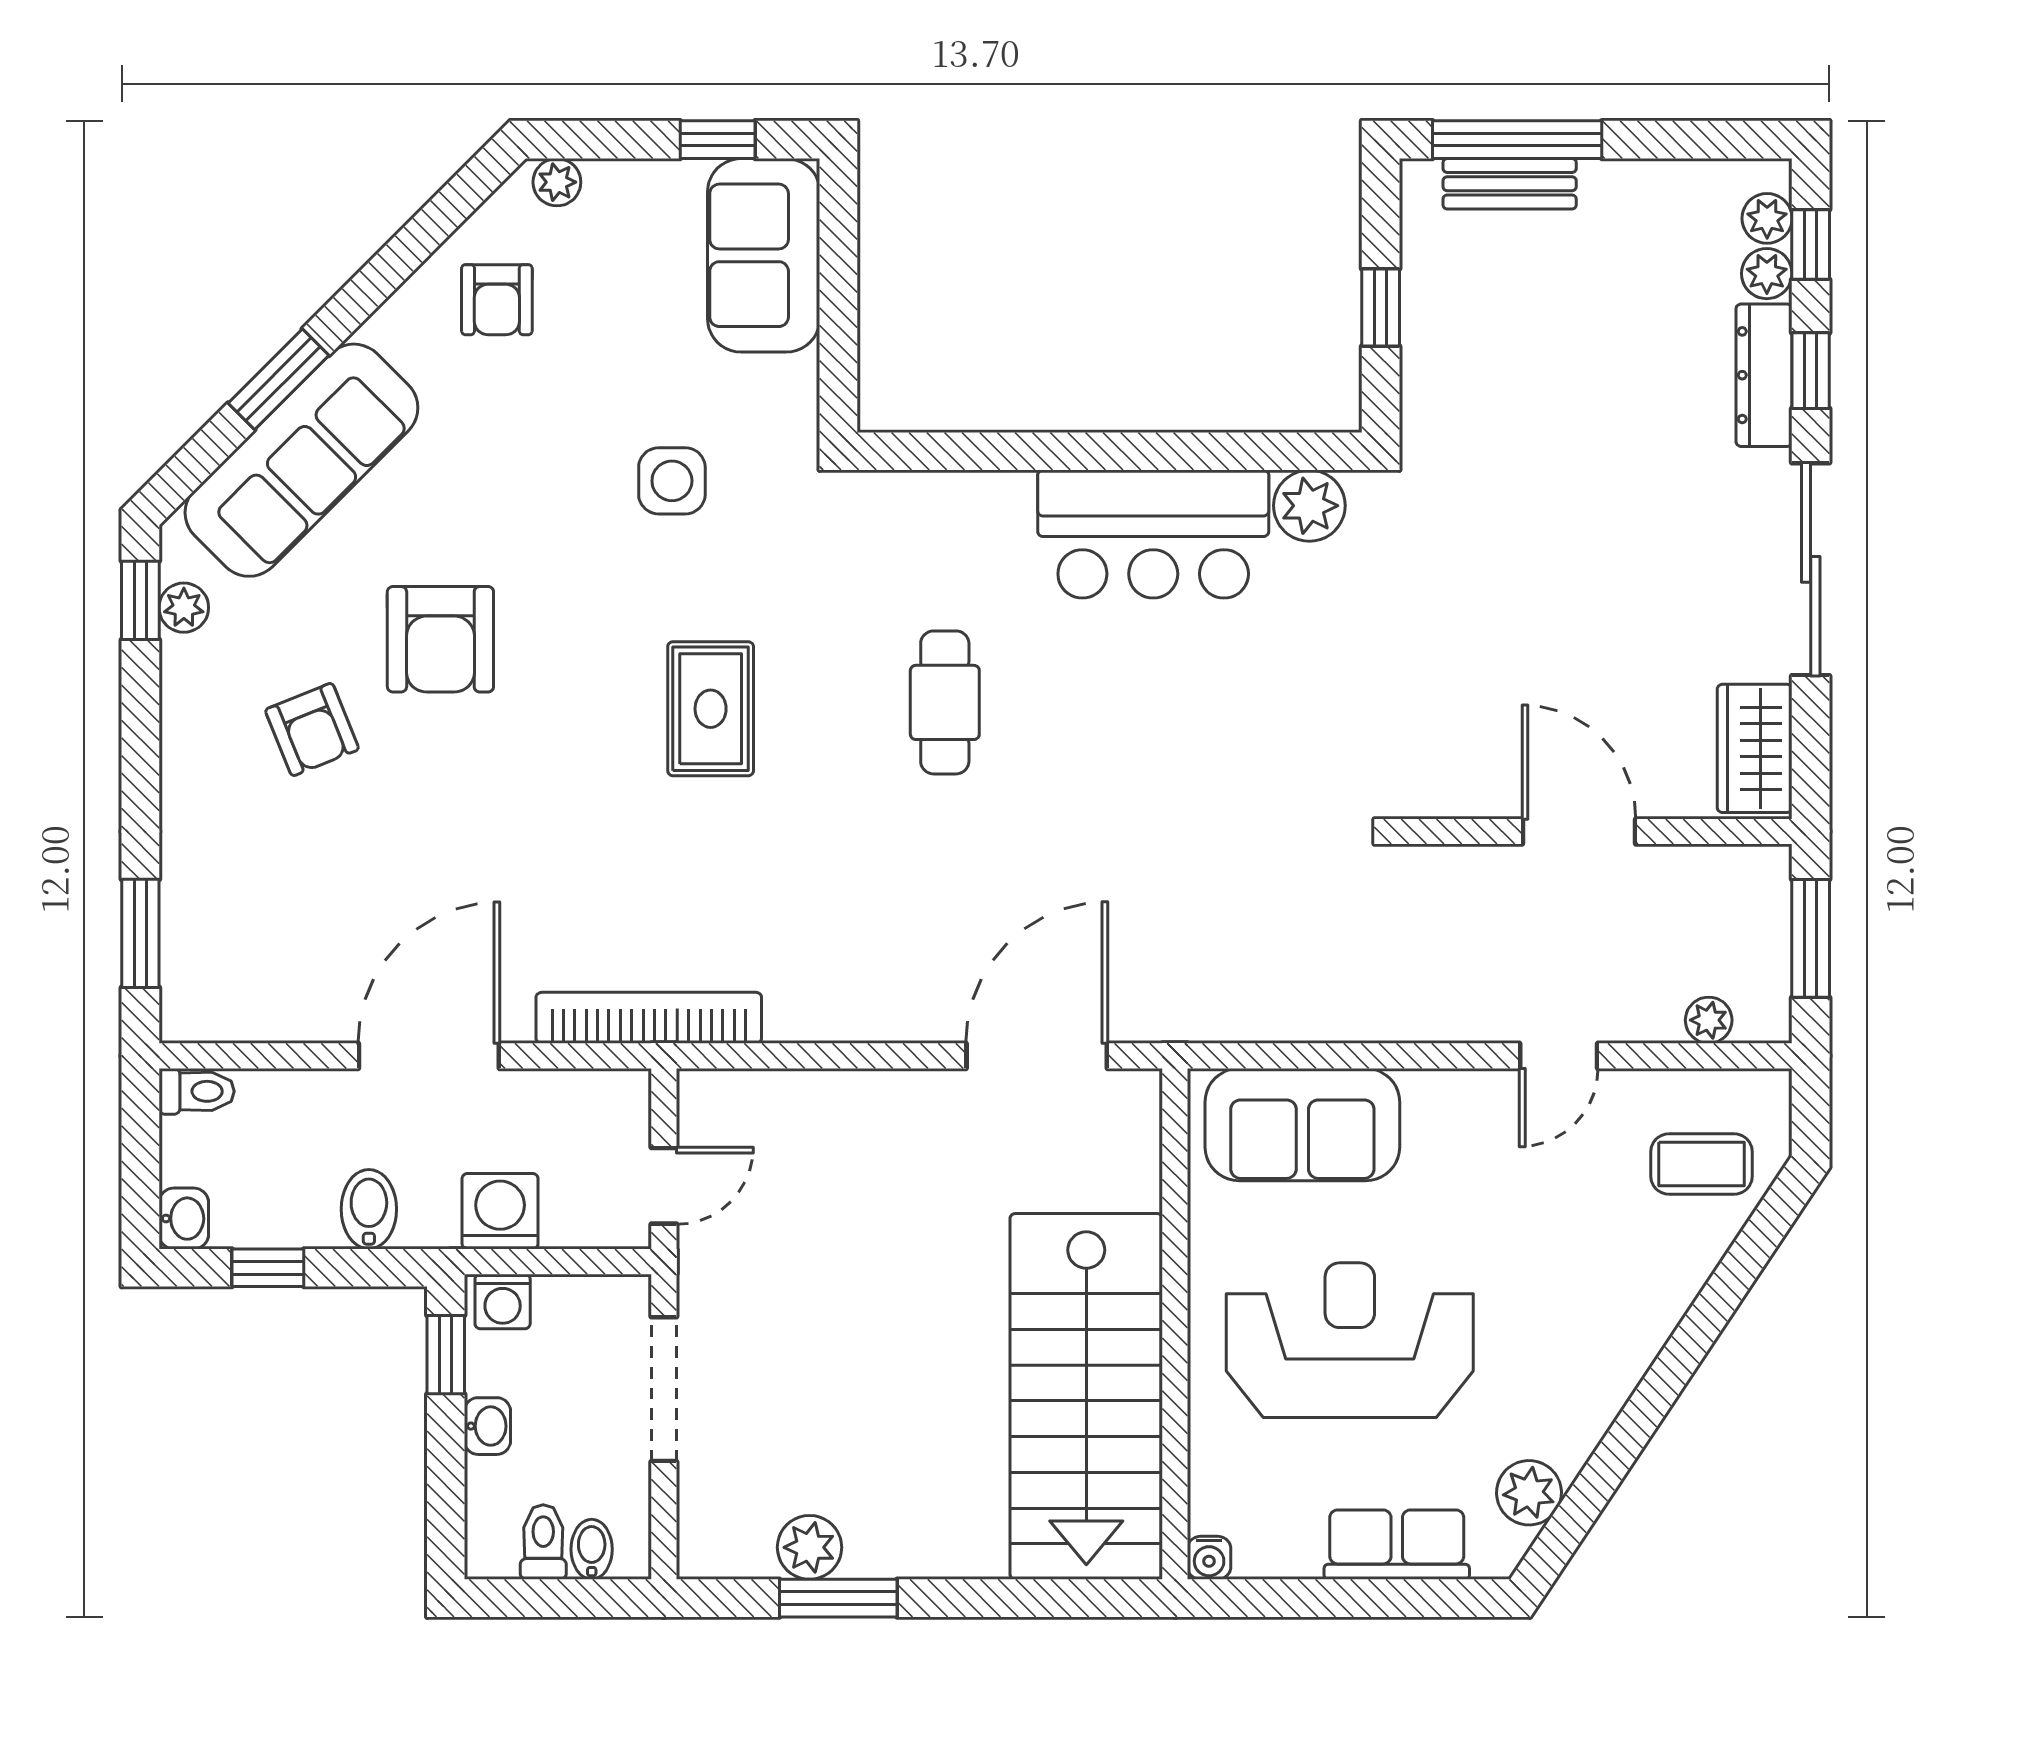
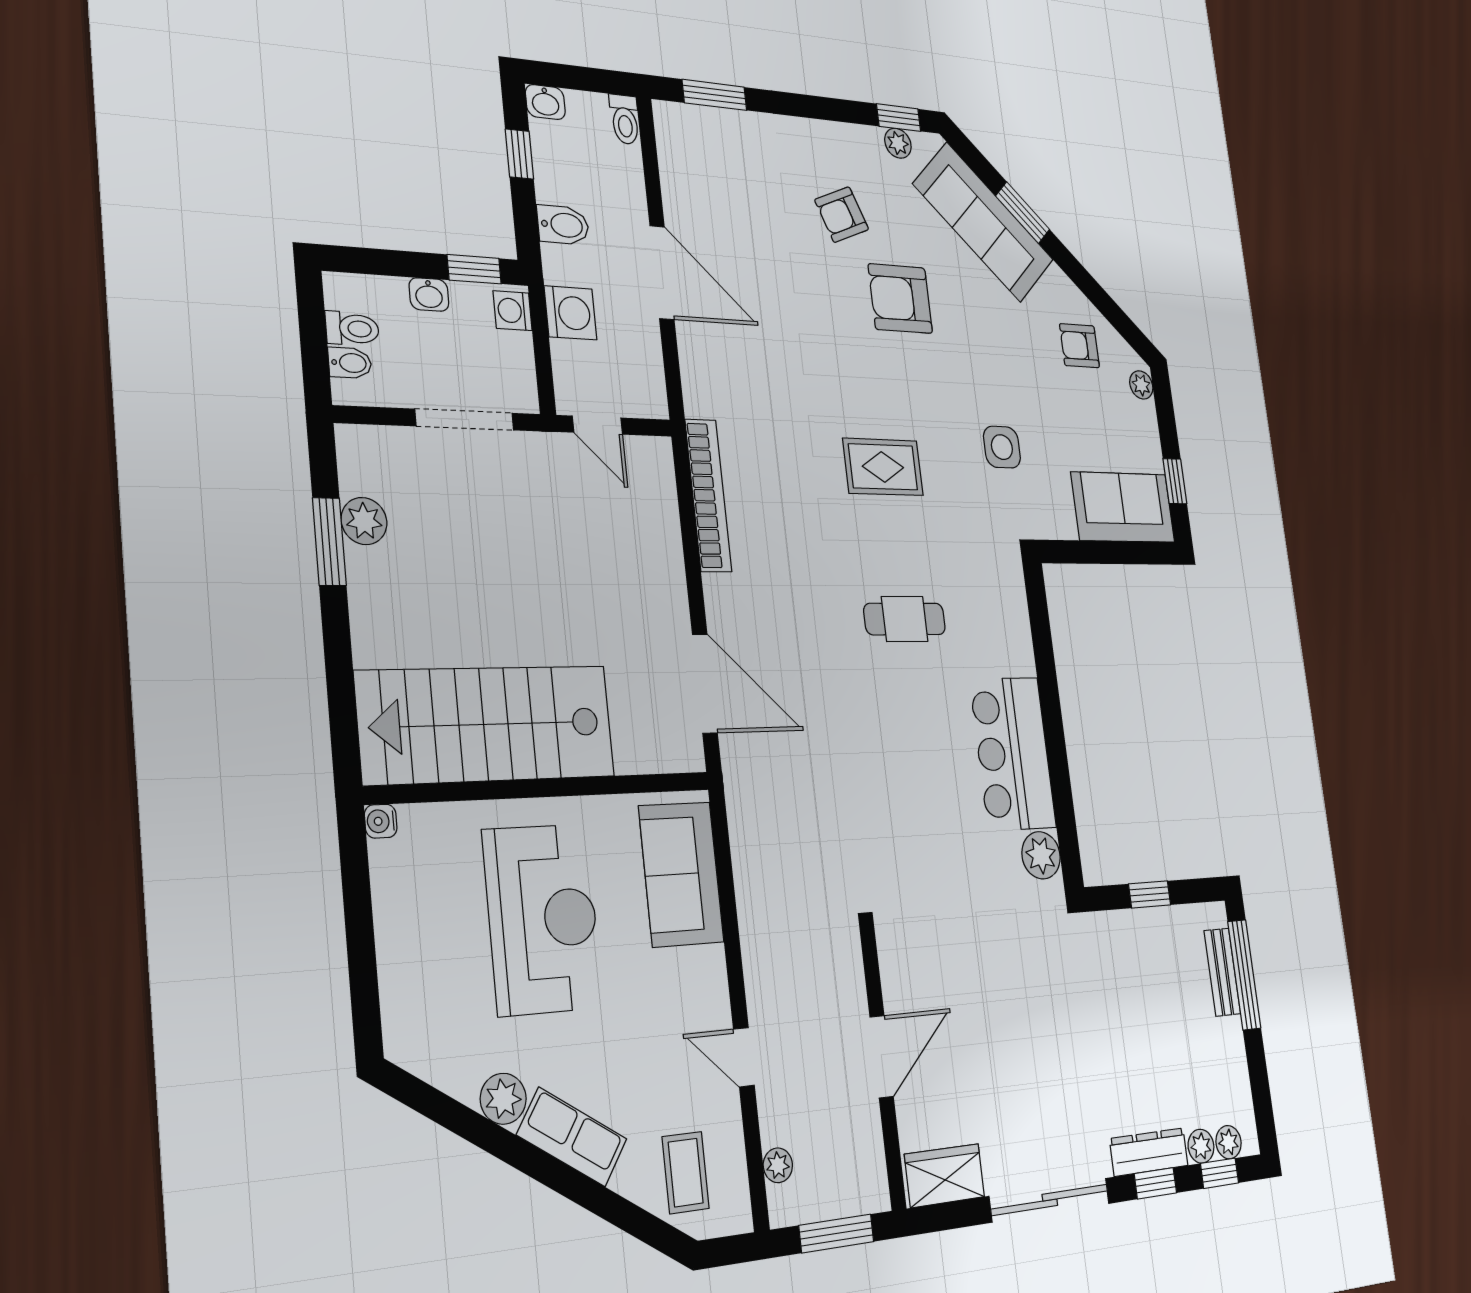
bookcase: (649, 1018) -> (708, 495), moved
plant: (1529, 1493) -> (503, 1099), moved
row of seats: (1397, 1545) -> (572, 1137), moved, turned -56

